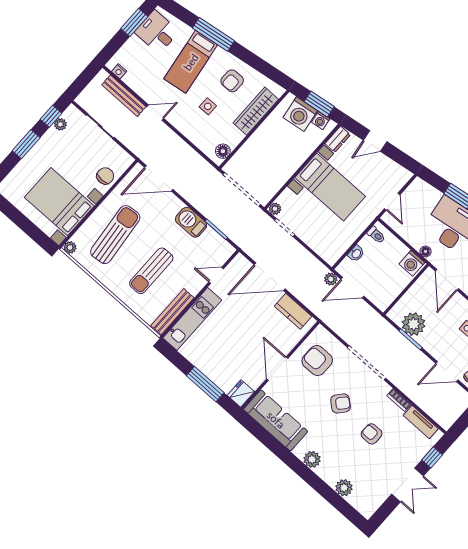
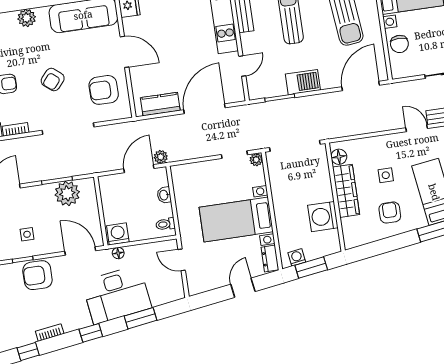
wardrobe: (256, 111) -> (346, 191), moved
door: (155, 113) -> (417, 128), swing flipped
washing machine: (300, 114) -> (323, 217), moved, turned -82
armchair: (317, 361) -> (104, 90), turned 180

